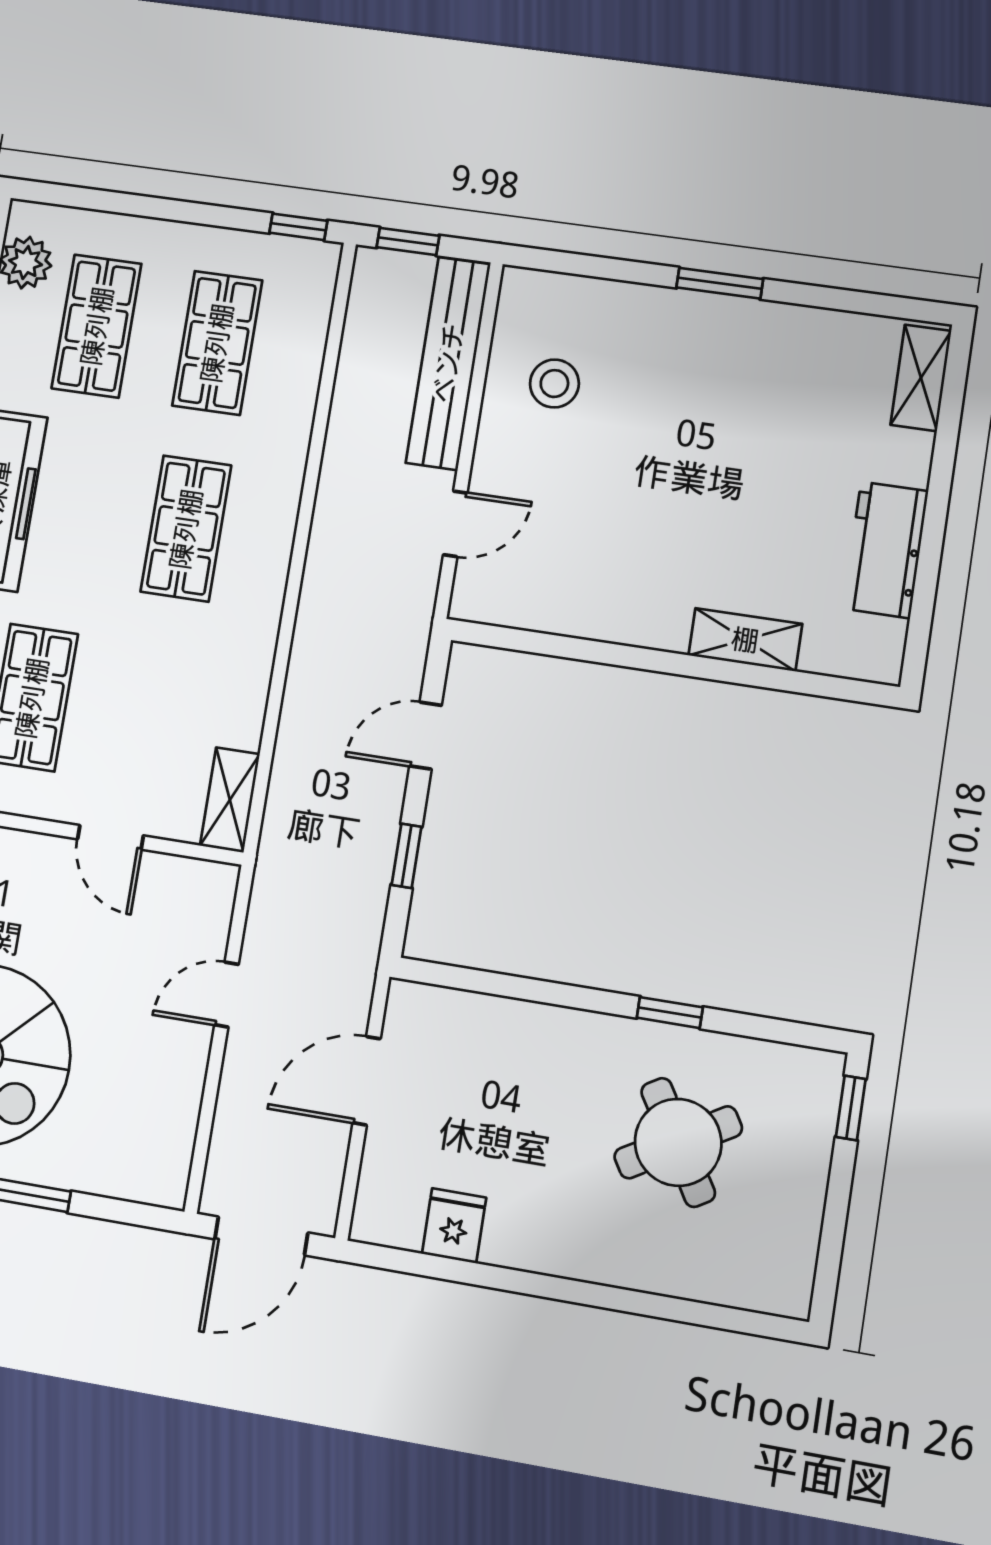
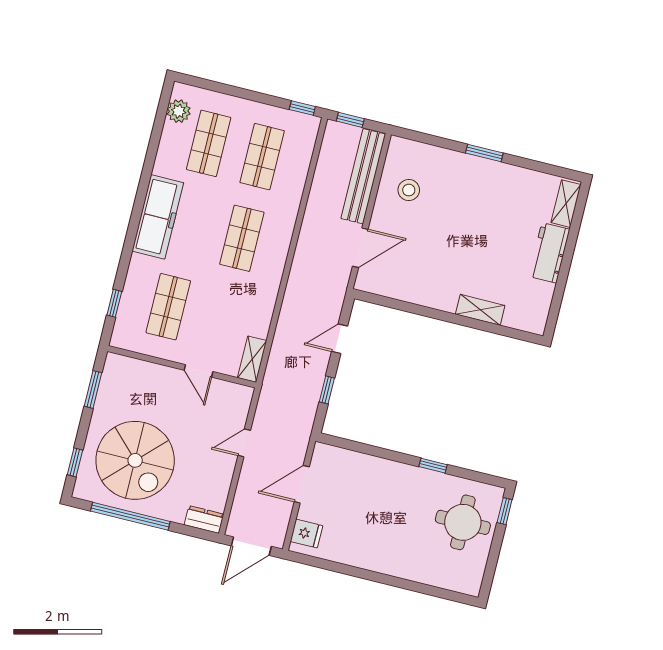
door: (455, 524) -> (360, 248), width x1.38
workbench: (886, 550) -> (549, 253), moved
round table: (678, 1142) -> (463, 522), moved, turned 31
dresser: (148, 1181) -> (204, 519), added
fridge: (454, 1226) -> (307, 534), moved, turned 90

